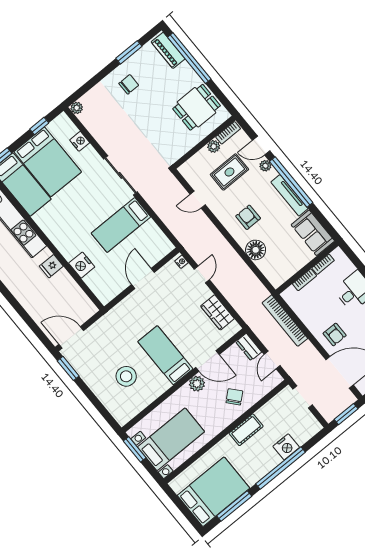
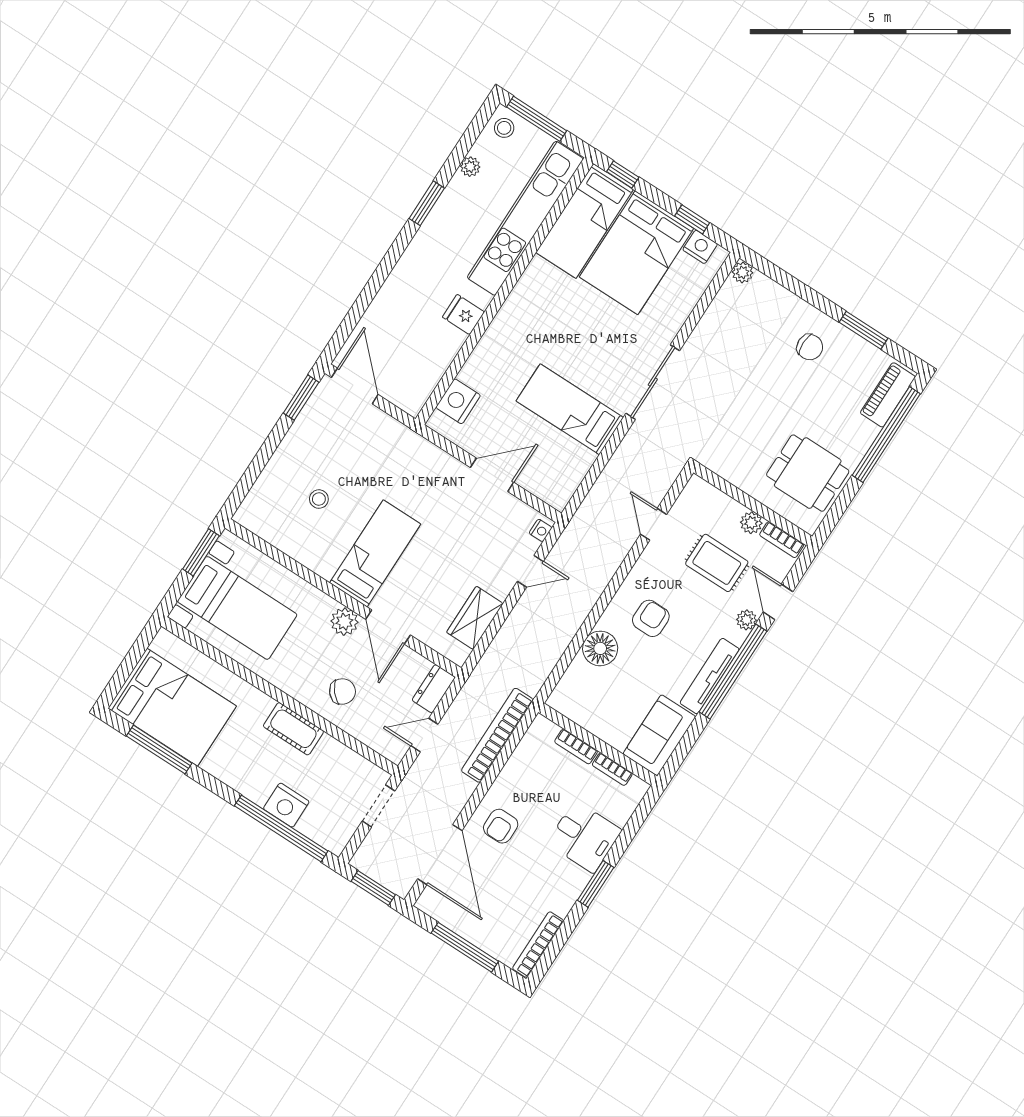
nightstand: (80, 141) -> (700, 247), moved, turned -90
nightstand: (82, 265) -> (458, 401), moved
stool: (126, 376) -> (319, 499), width x0.53, depth x0.53
window: (281, 468) -> (281, 828), moved

